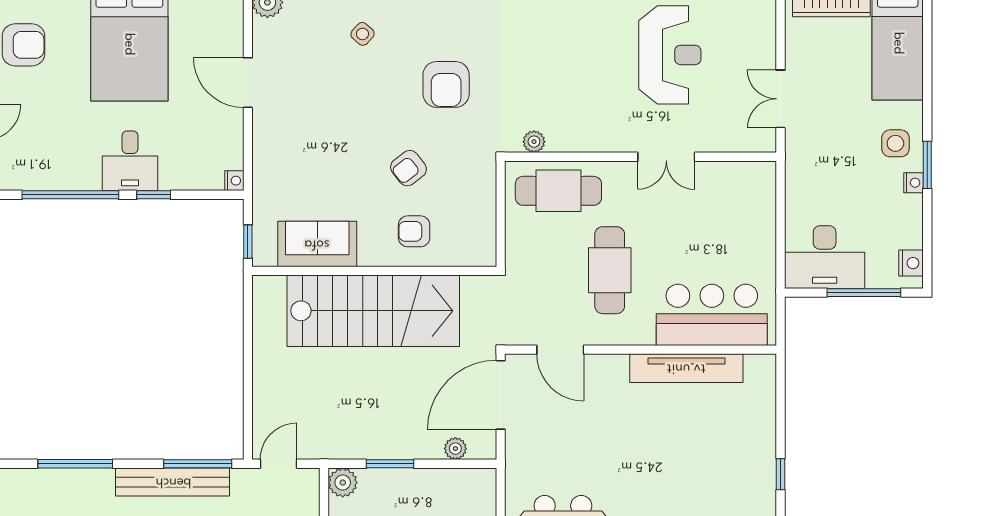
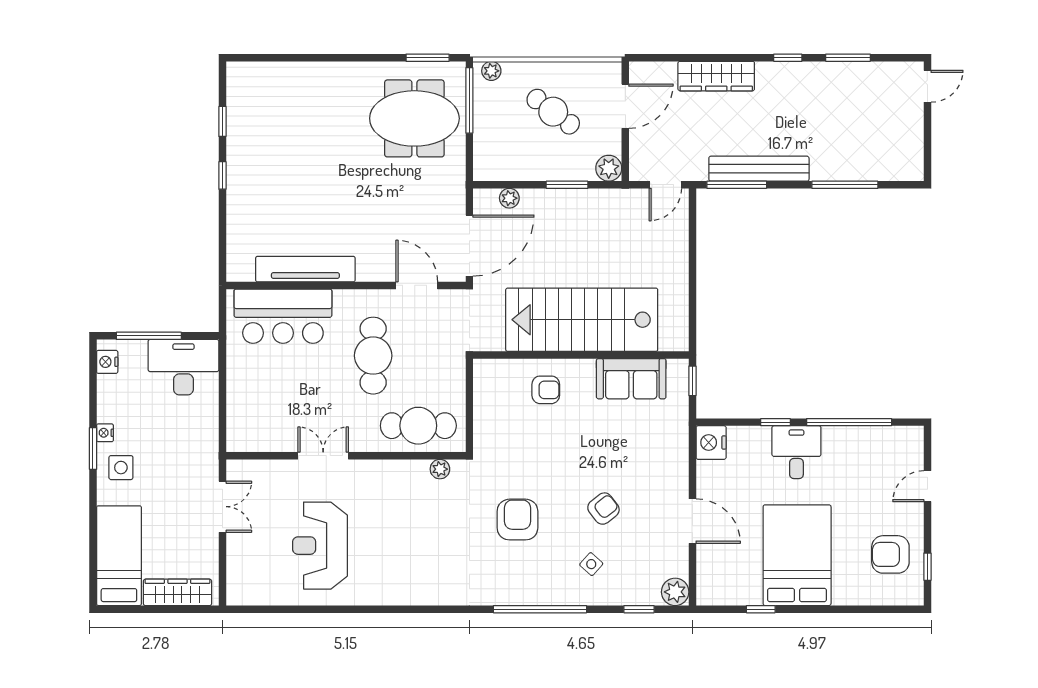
armchair: (408, 168) -> (603, 509), moved
nightstand: (234, 181) -> (711, 443), width x1.89, depth x1.79

